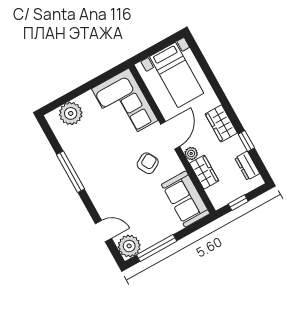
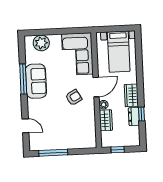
dresser: (247, 166) -> (134, 116), moved
sofa: (186, 199) -> (36, 81), moved, turned 180
plant: (129, 246) -> (37, 143), removed

